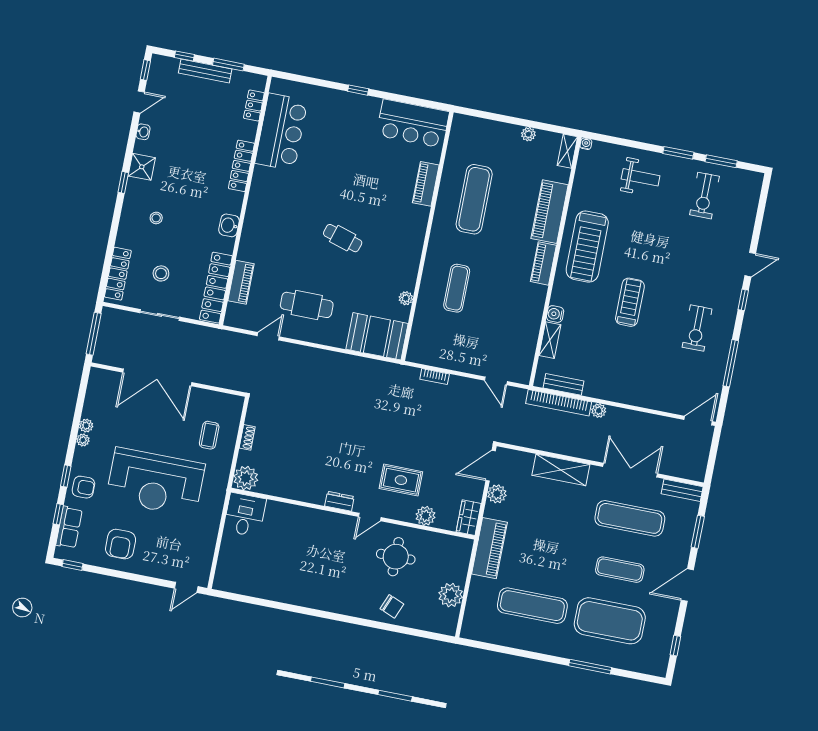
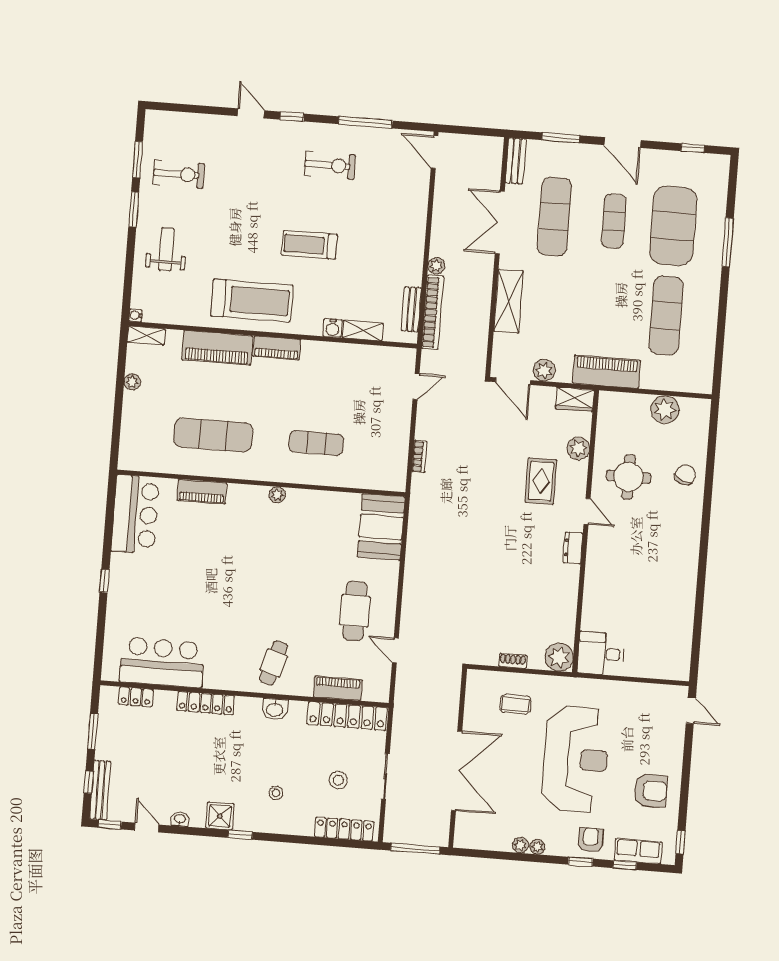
bench: (205, 71) -> (100, 790), moved
cafe table: (343, 238) -> (274, 663), moved
plant: (406, 298) -> (277, 495), moved

